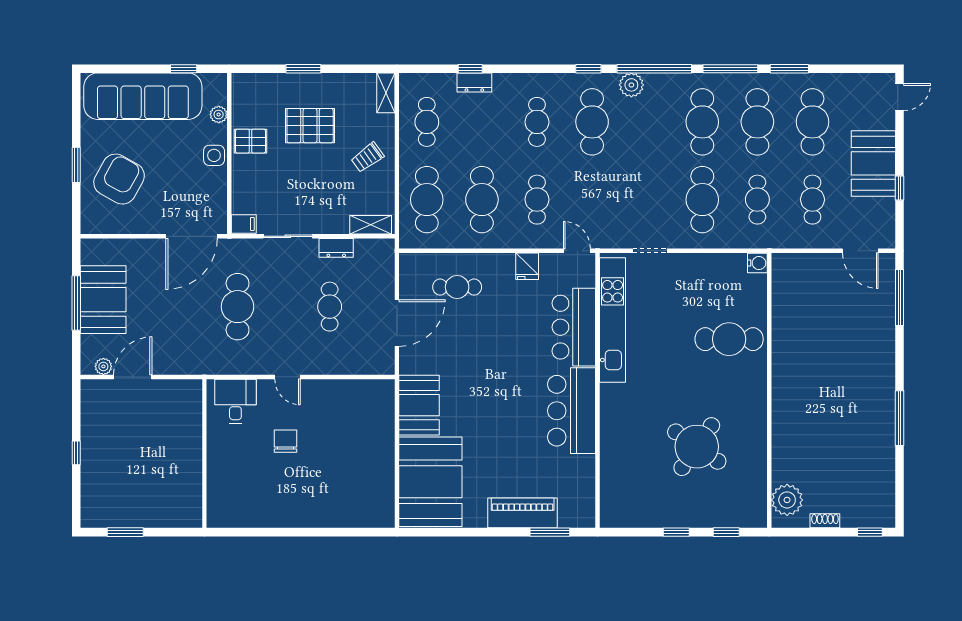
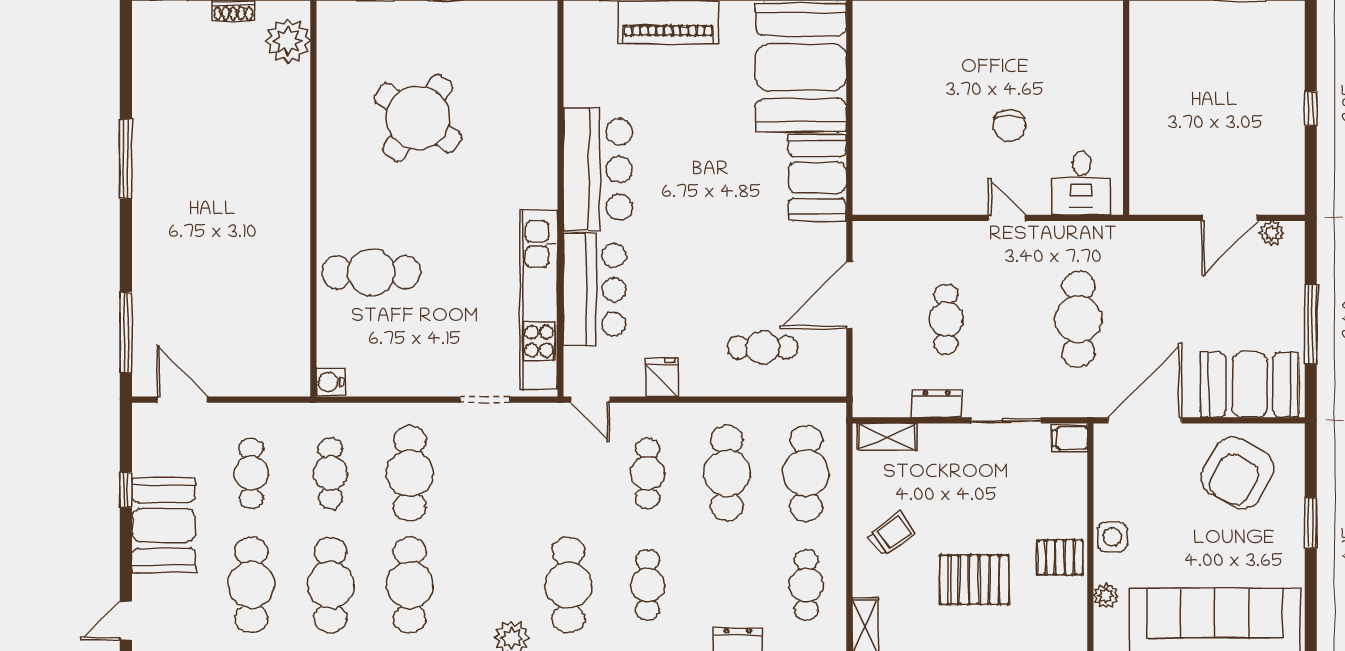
armchair: (119, 179) -> (1238, 473), moved
booth: (103, 300) -> (1250, 385), moved, turned 90

